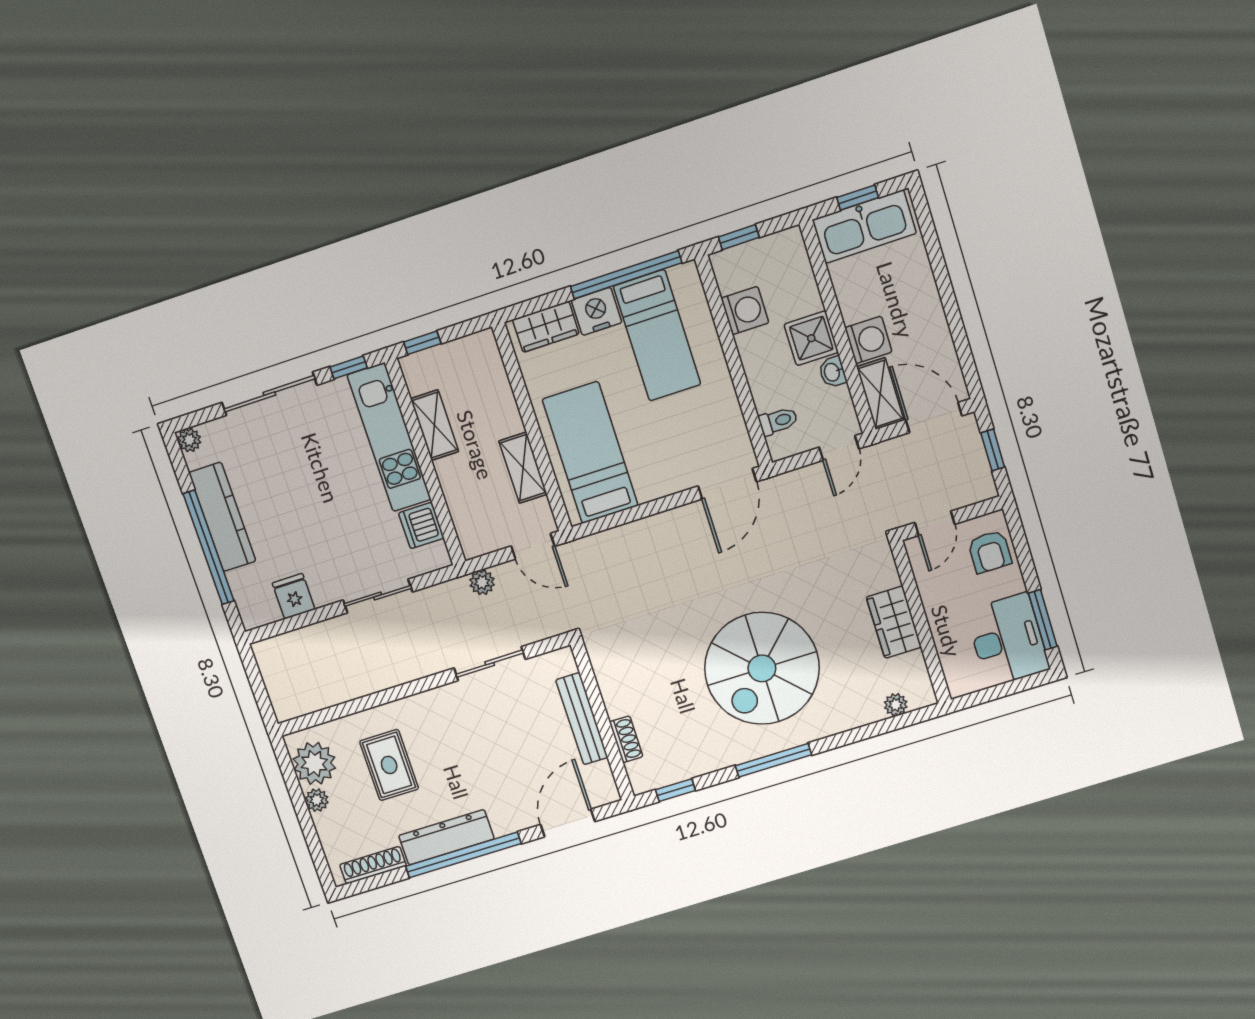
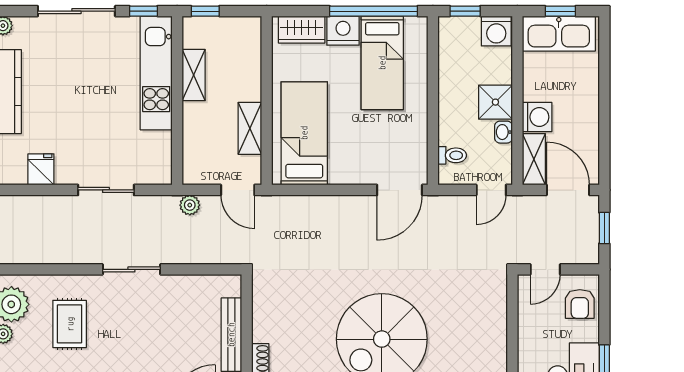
washing machine: (745, 311) -> (496, 31), moved, turned 90
dishwasher: (421, 526) -> (158, 147), removed
wardrobe: (894, 622) -> (492, 335), removed
sliding door: (490, 664) -> (131, 269), moved

